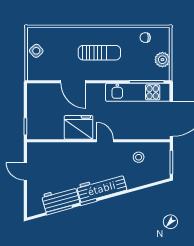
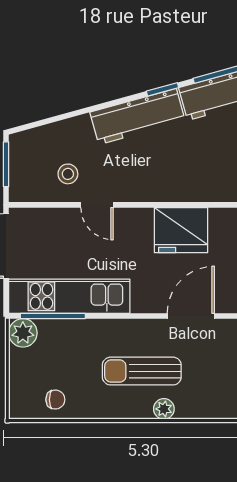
plant: (88, 33) -> (164, 409), added
plant: (162, 60) -> (23, 333), moved
door: (73, 82) -> (191, 316), hinge flipped
door: (105, 141) -> (97, 205), moved

